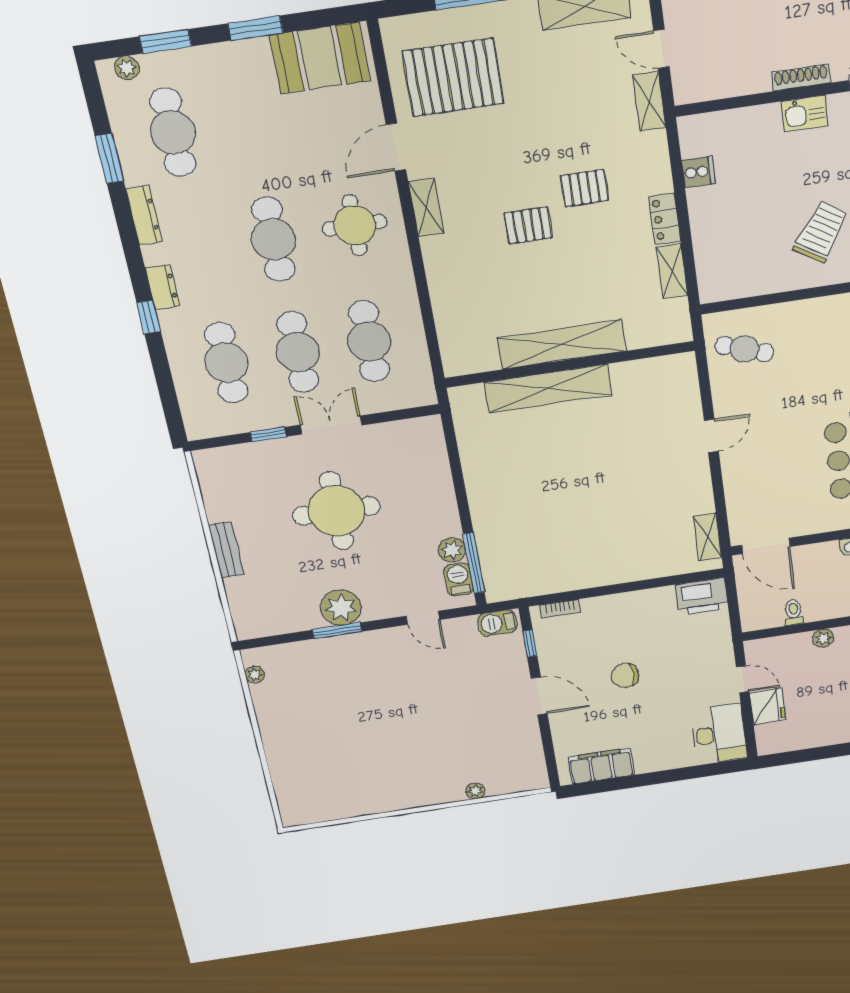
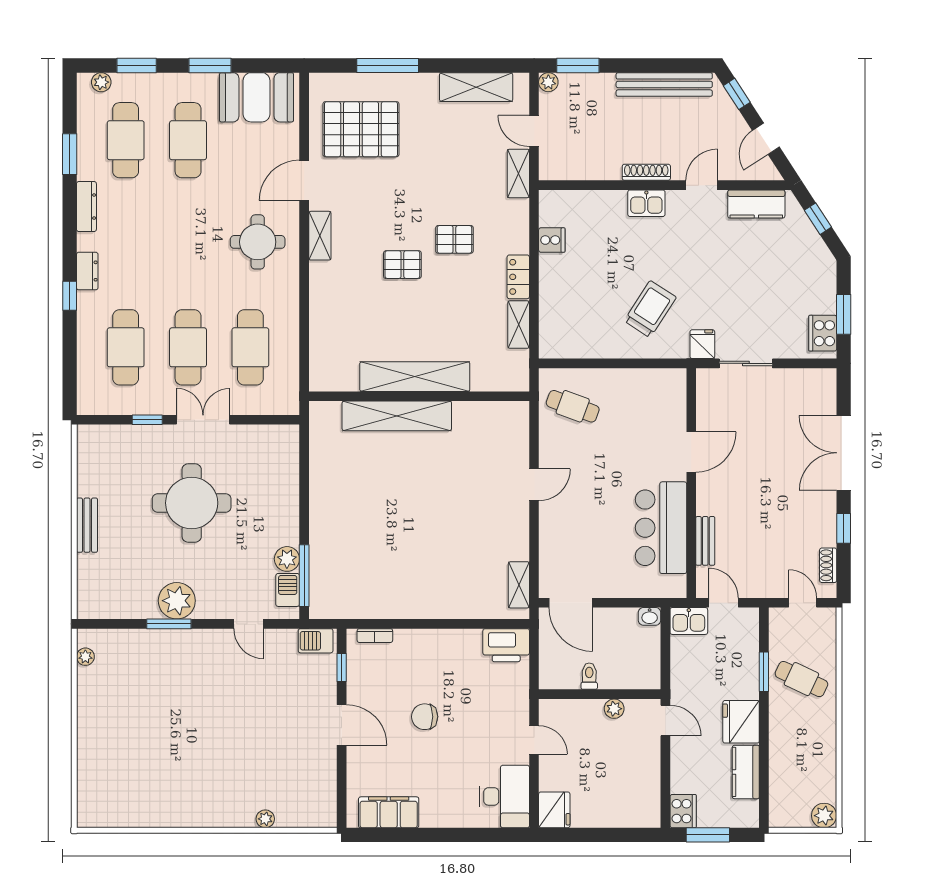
cafe table: (273, 239) -> (188, 140), moved
fridge: (768, 706) -> (554, 810), moved

